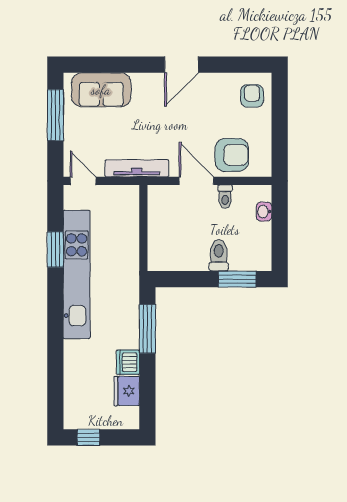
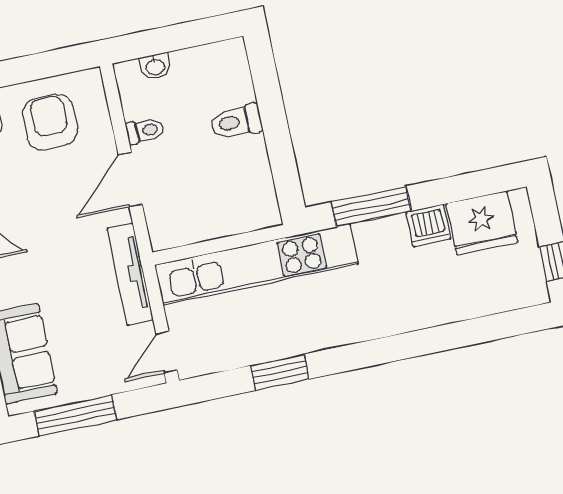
armchair: (232, 155) -> (50, 122), moved
kitchen unit: (77, 274) -> (257, 264), moved, turned 180
window: (237, 279) -> (267, 86), removed
fridge: (127, 391) -> (482, 223), width x1.36, depth x1.34

